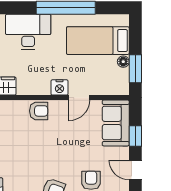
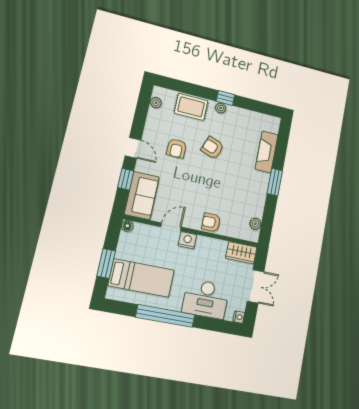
floor lamp: (123, 62) -> (127, 226), moved
window: (135, 69) -> (106, 263), moved

